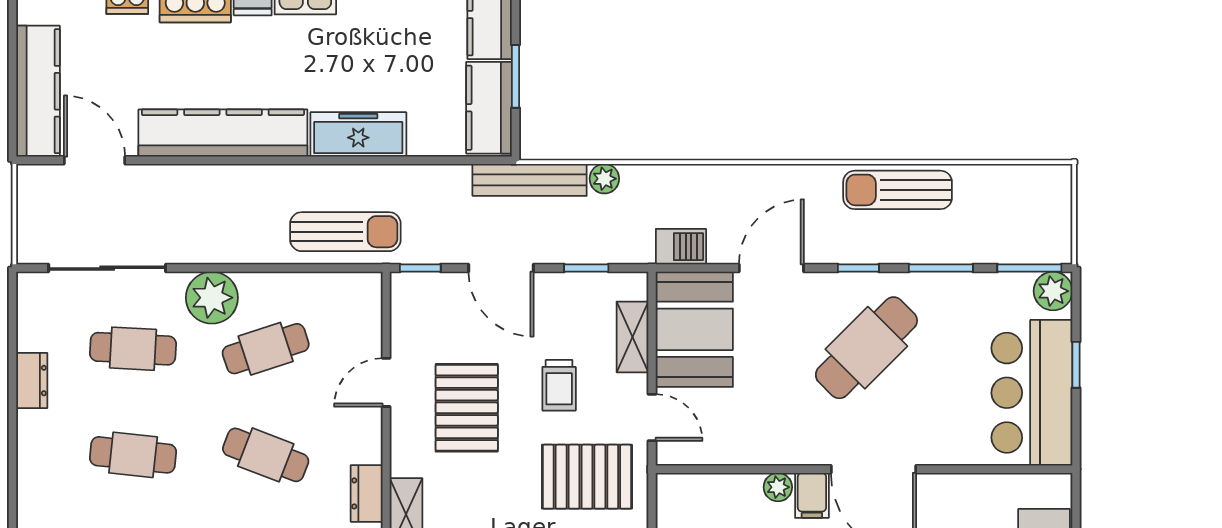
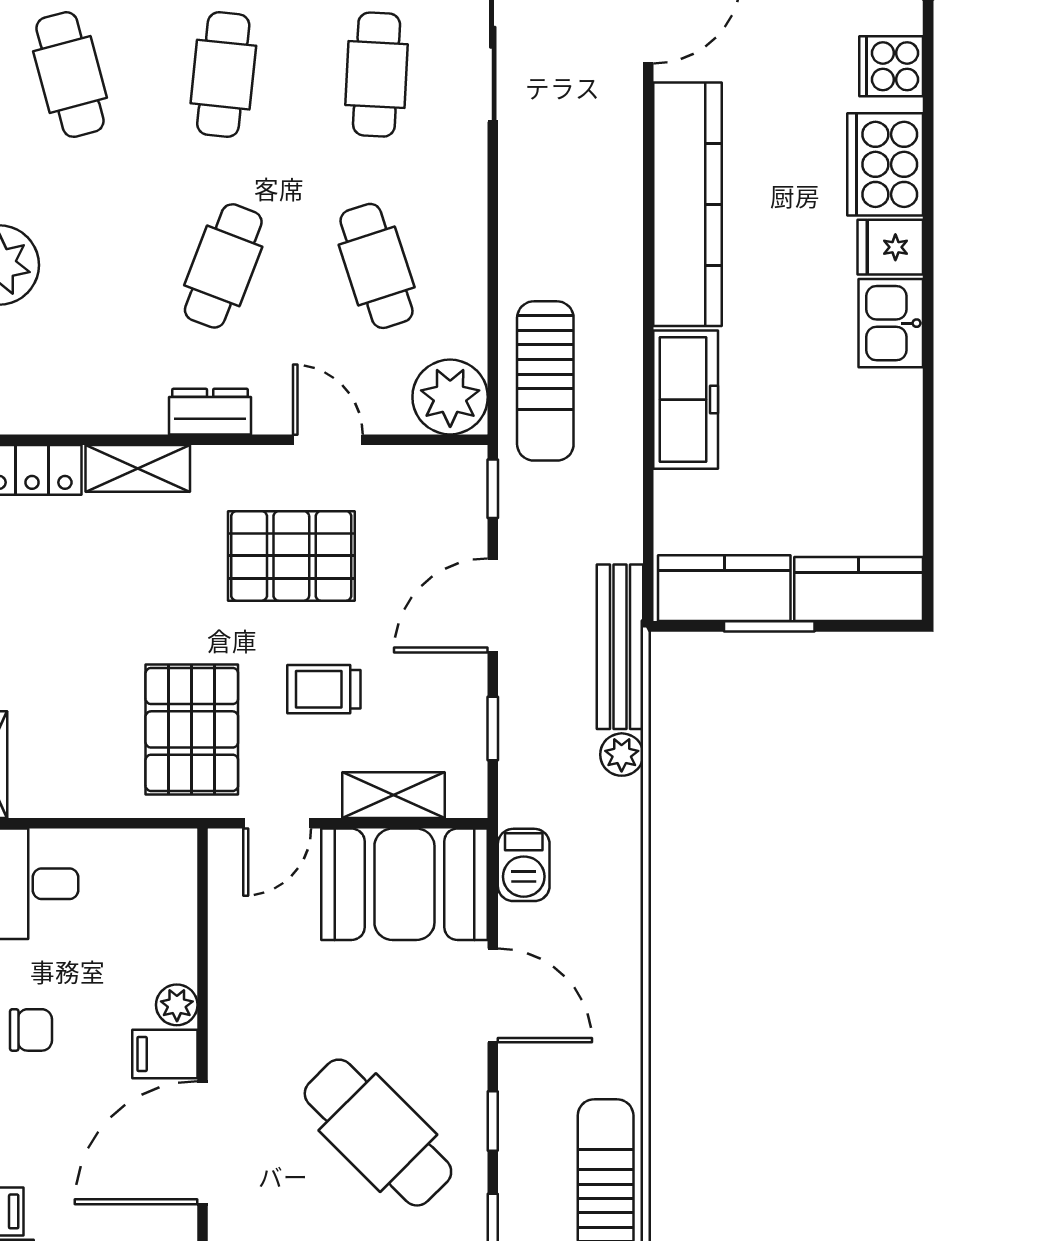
plant: (212, 298) -> (450, 397), moved
dresser: (367, 493) -> (210, 412), moved

